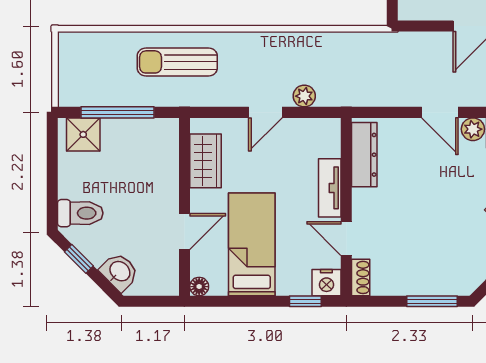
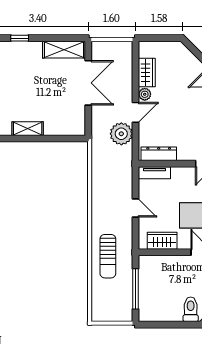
plant: (304, 96) -> (121, 134), moved, width x1.87, depth x1.87
shower: (83, 134) -> (148, 308), removed
tv unit: (330, 188) -> (154, 173), moved

